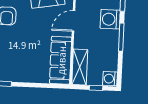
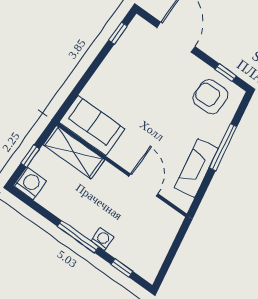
washing machine: (110, 19) -> (102, 239), width x0.53, depth x0.53
sofa: (61, 60) -> (92, 126), width x0.73

